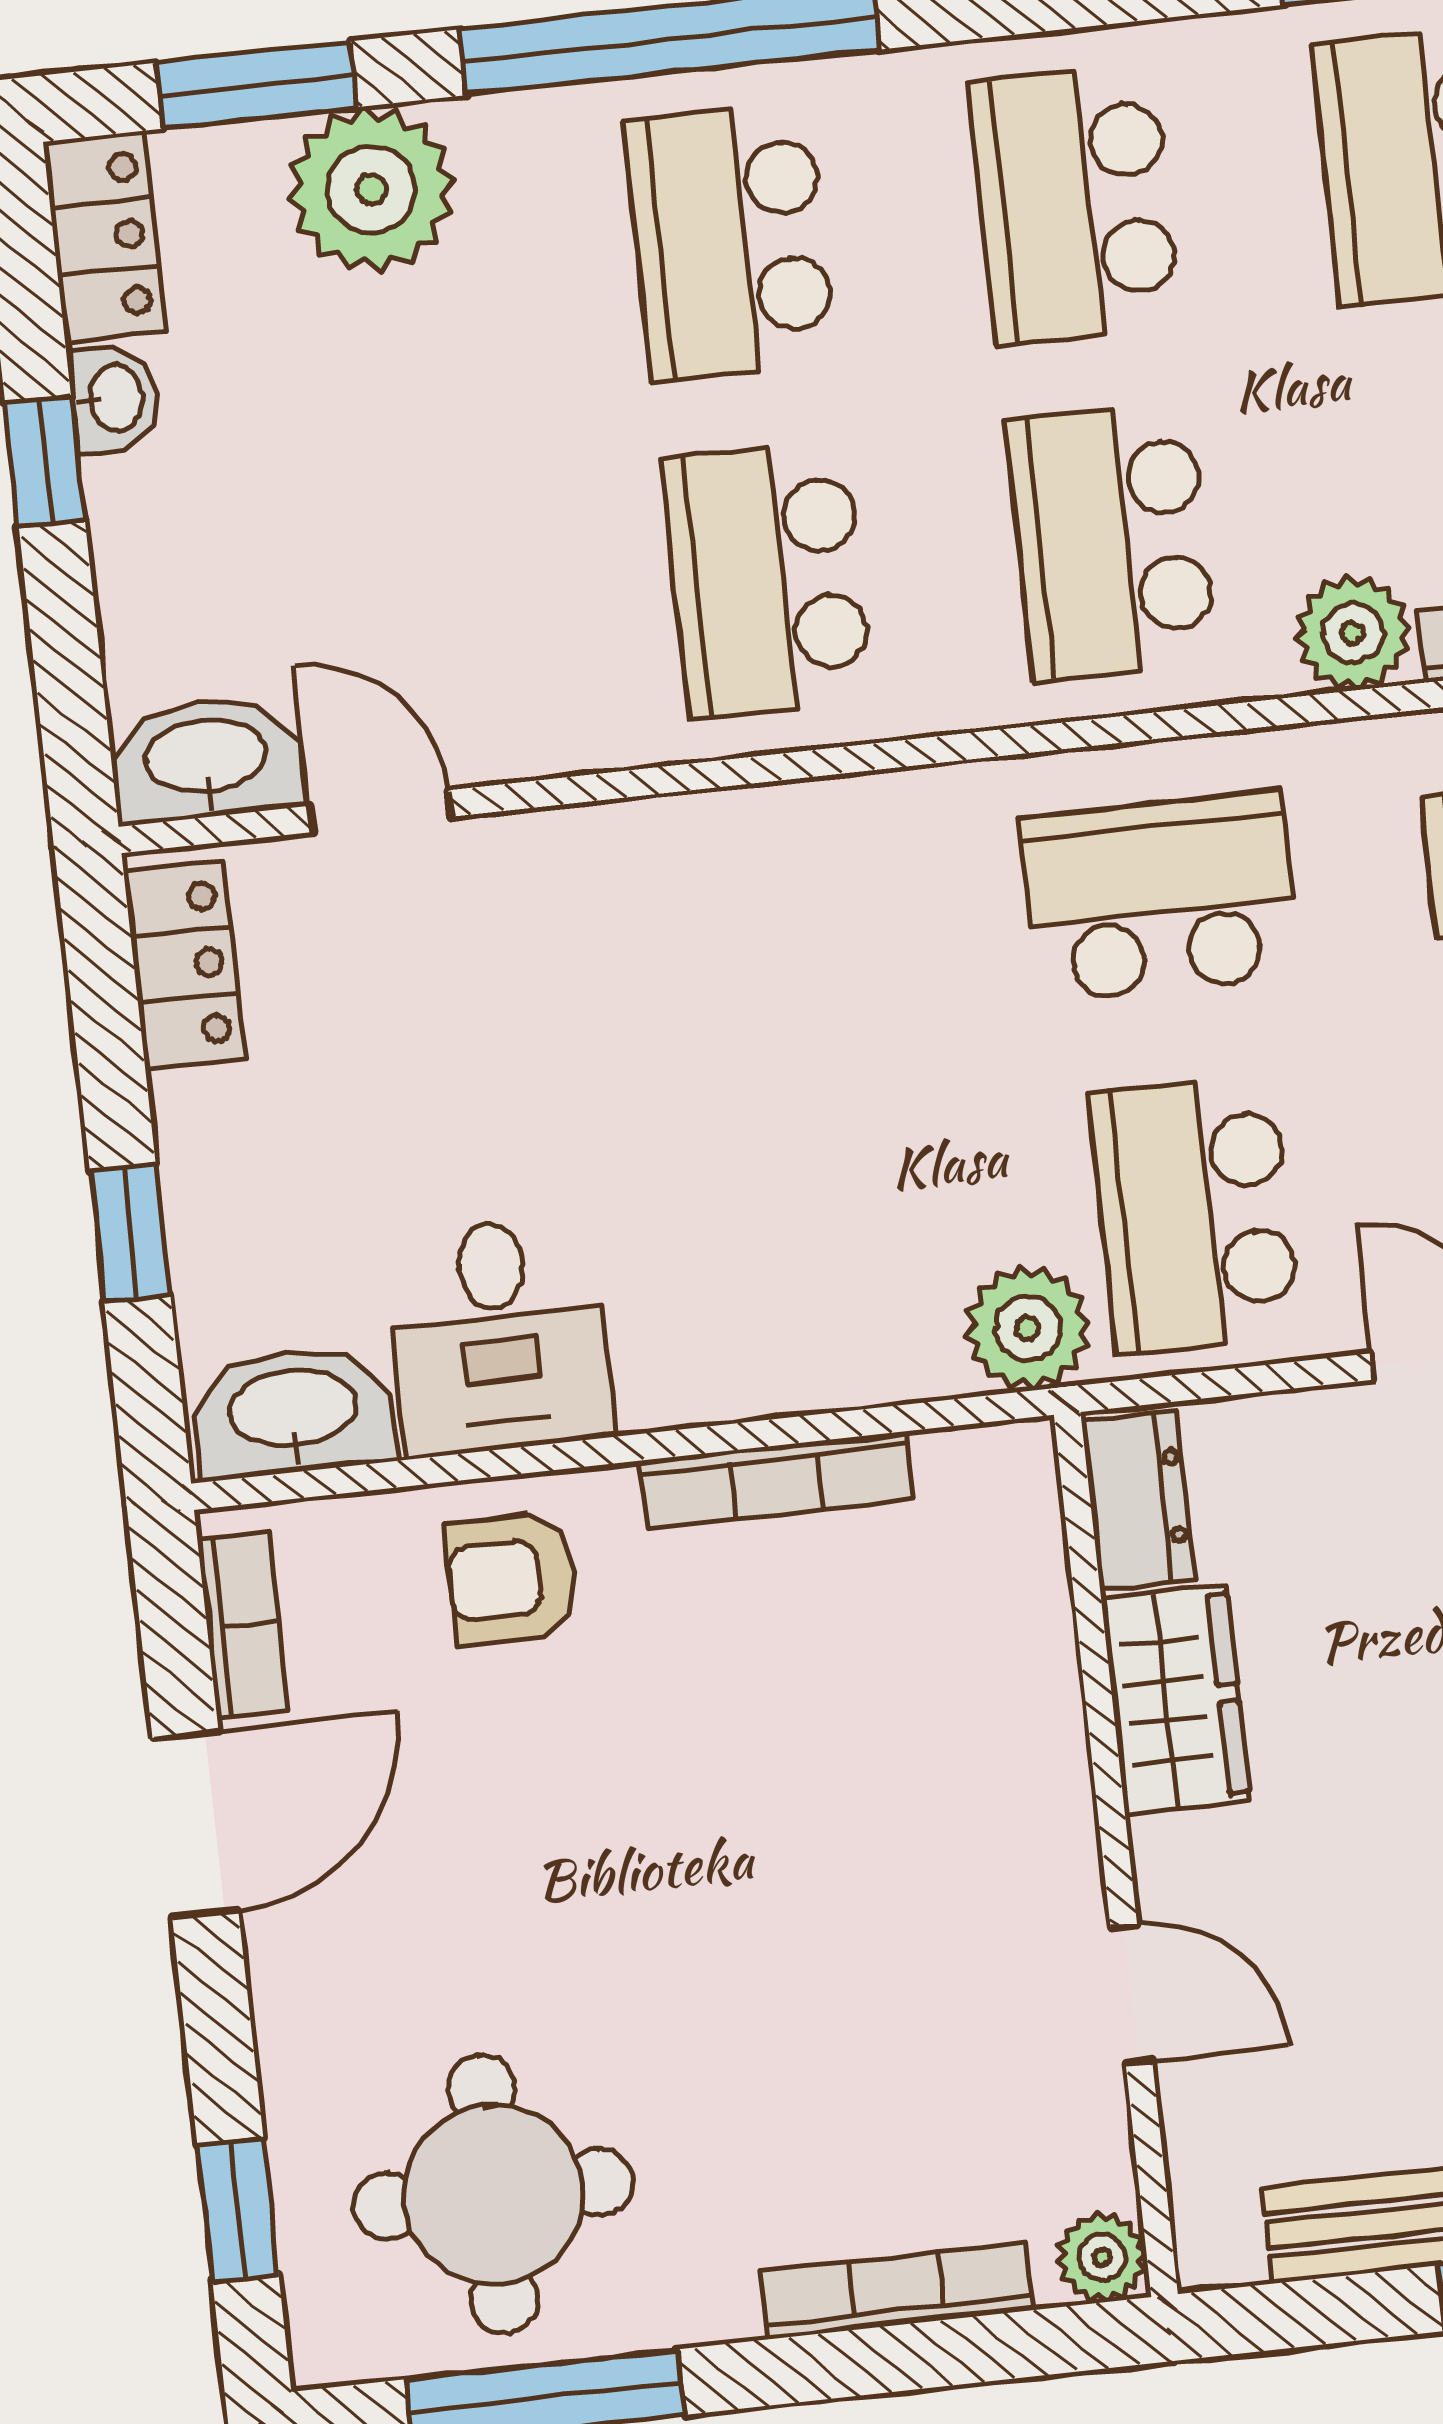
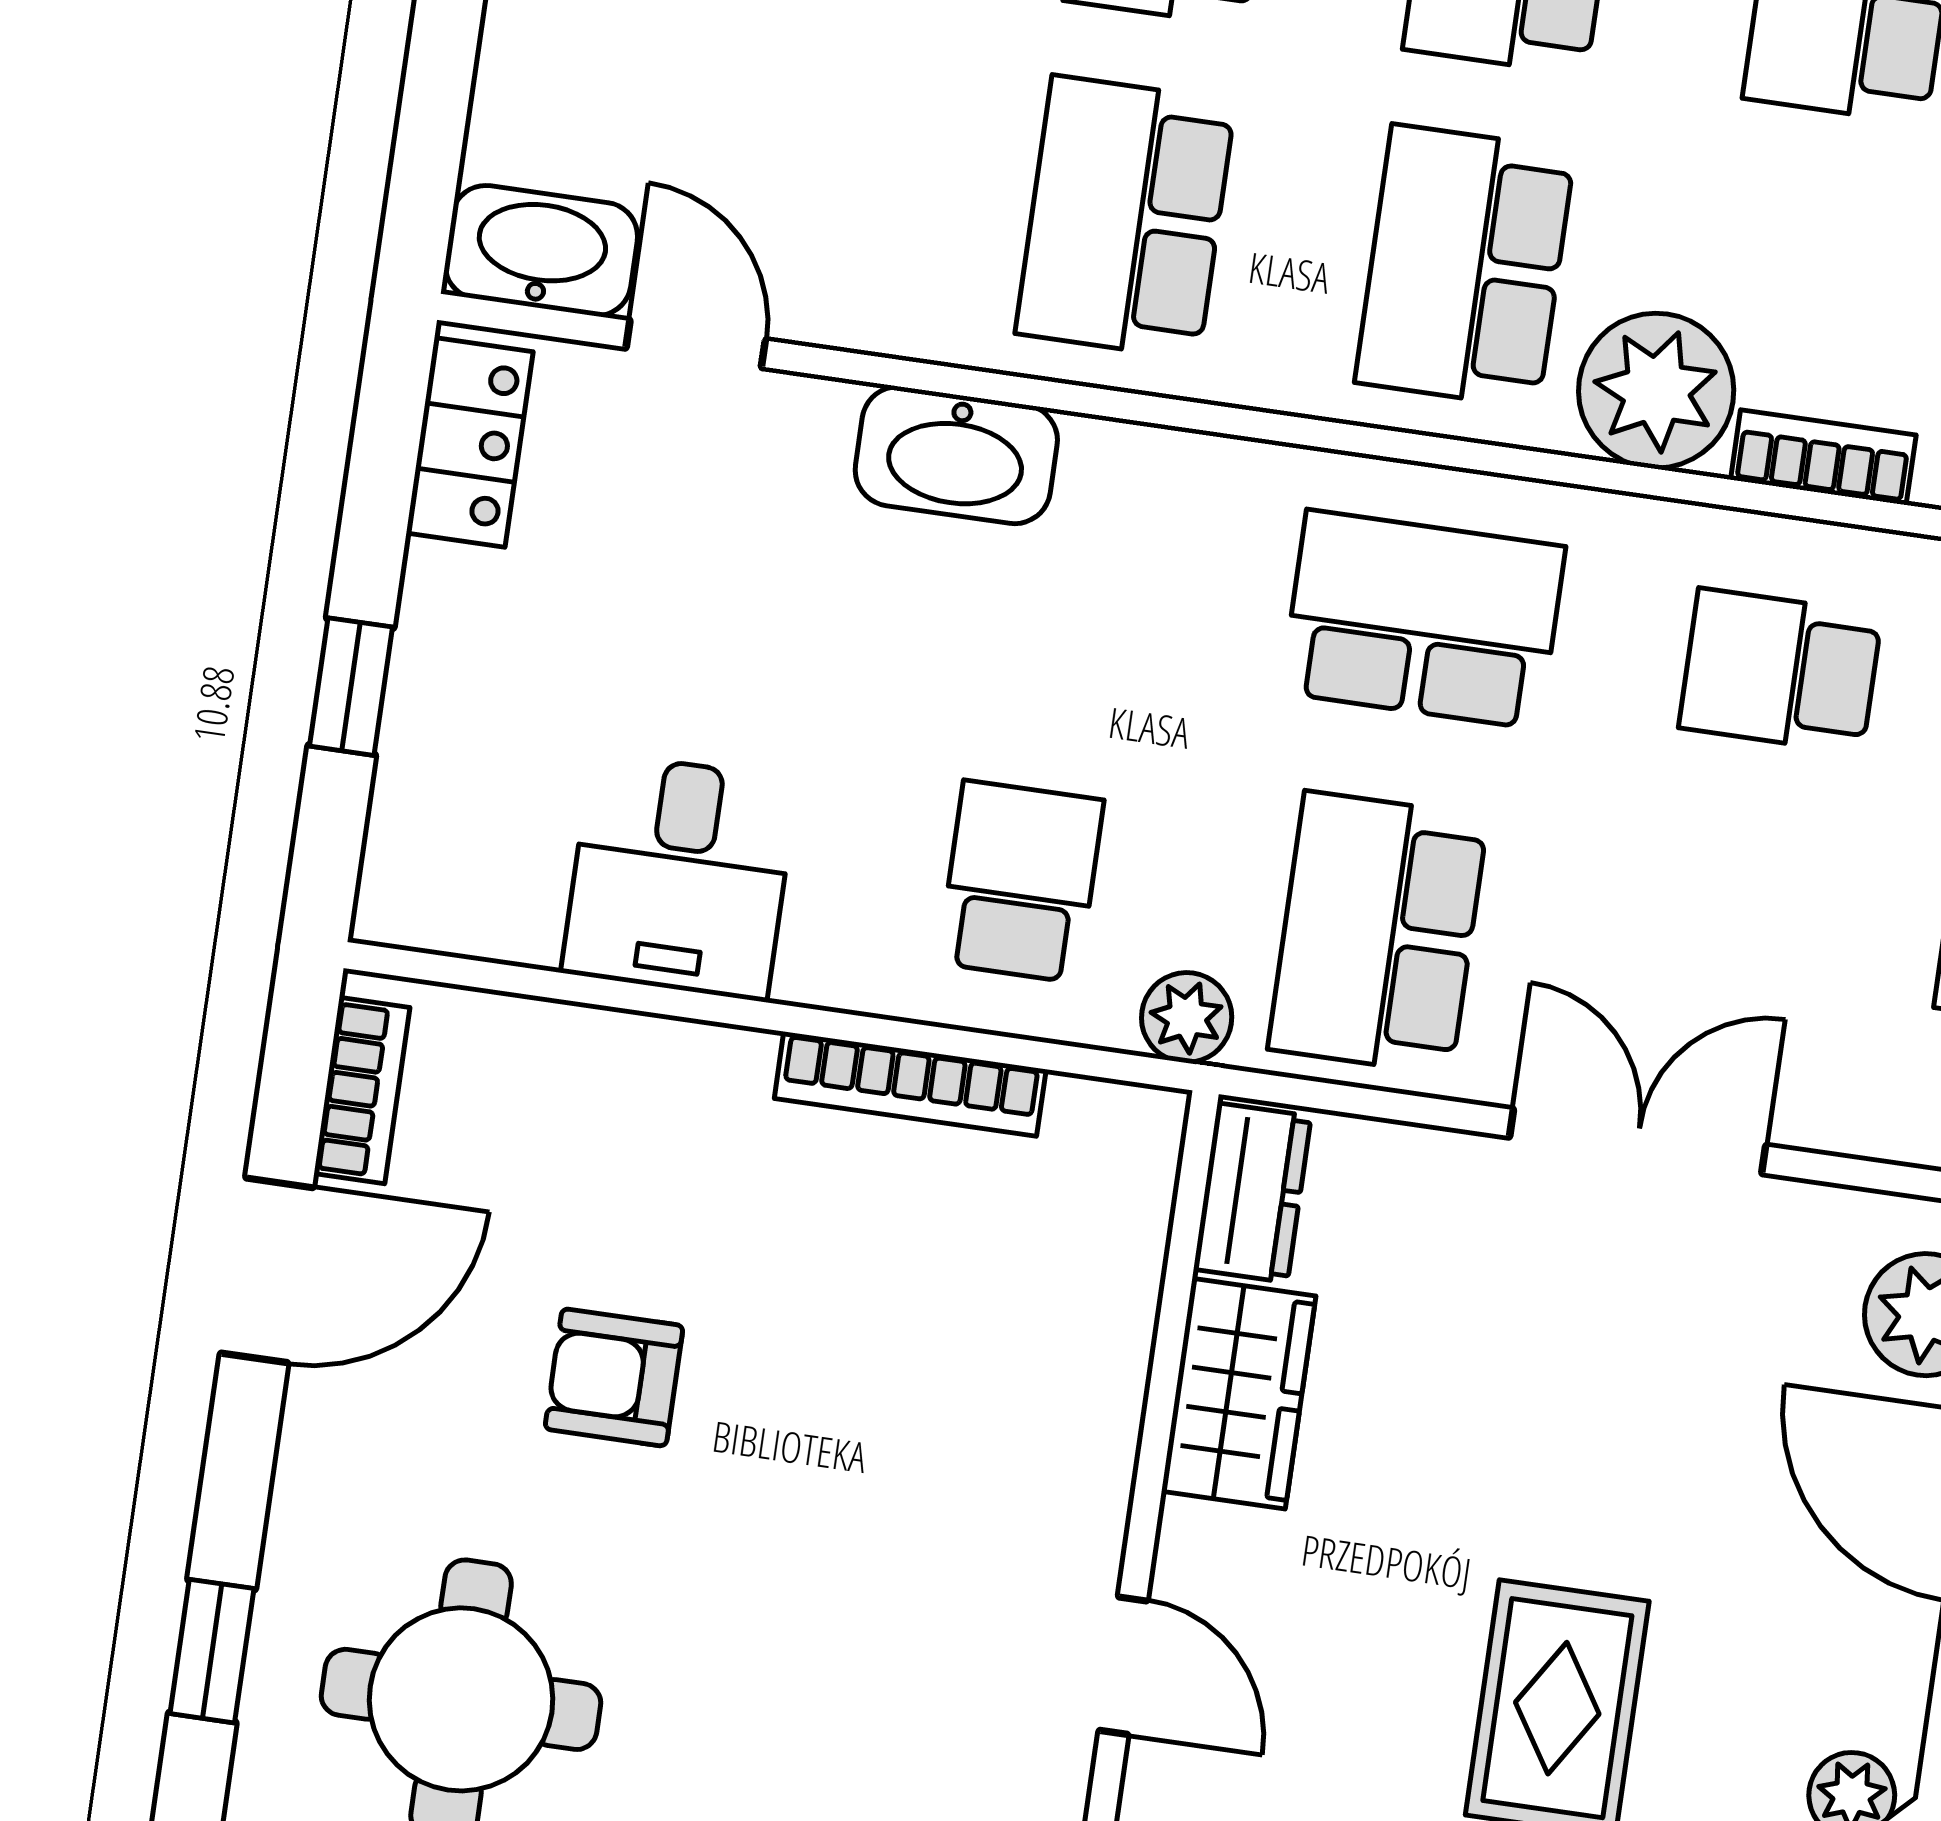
plant: (1353, 633) -> (1656, 391), width x1.36, depth x1.36
school desk: (833, 1254) -> (1021, 881), added
plant: (1028, 1328) -> (1187, 1018), width x0.73, depth x0.73
washbasin: (293, 1411) -> (956, 455), moved, turned 180
armchair: (512, 1579) -> (614, 1377), moved

